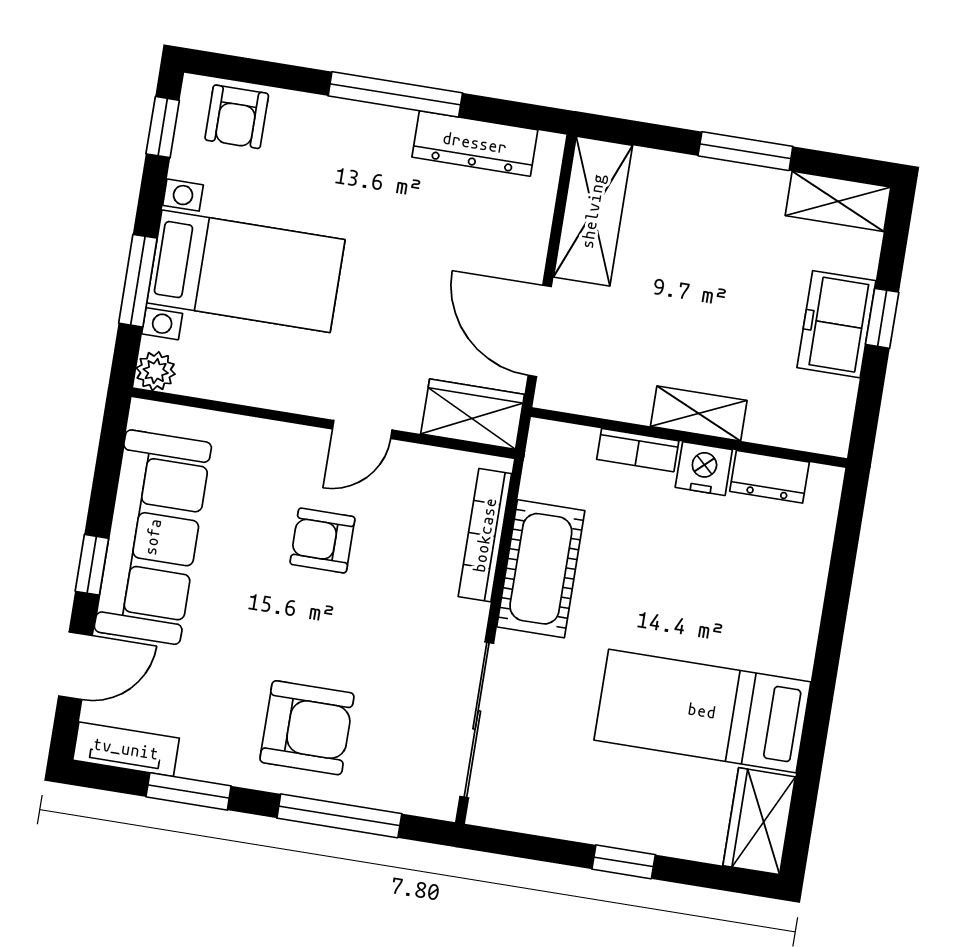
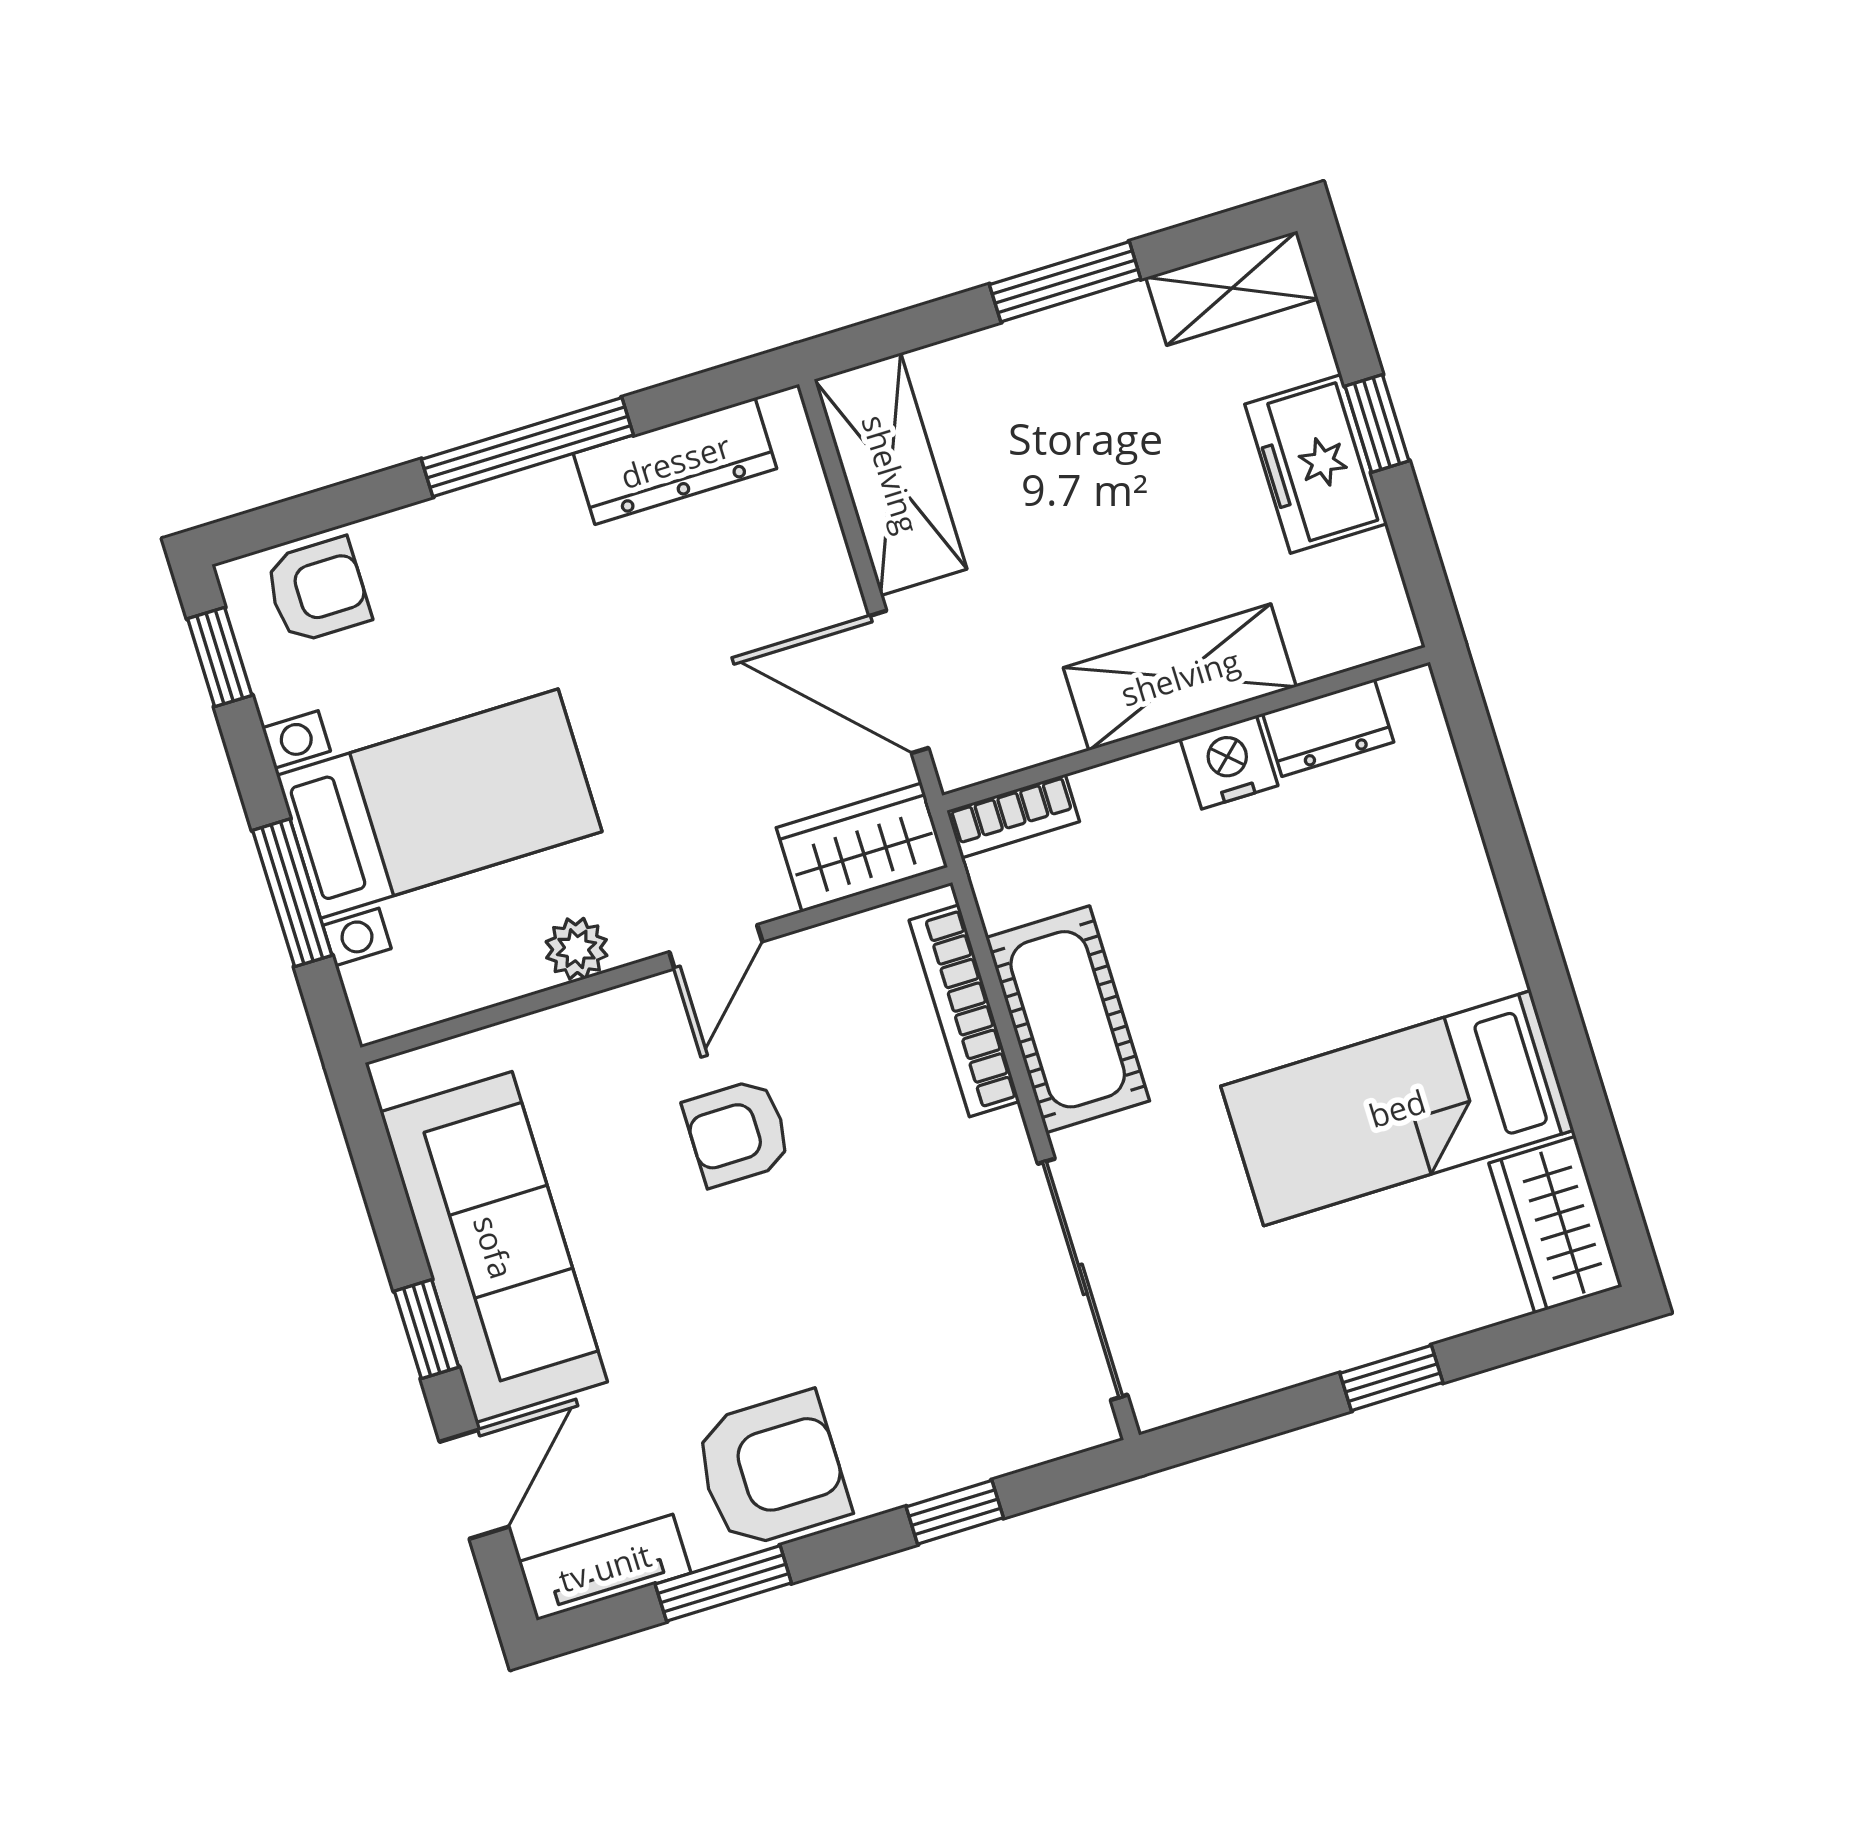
armchair: (237, 117) -> (318, 590), turned -90
plant: (156, 371) -> (577, 949), moved
shelving: (699, 413) -> (1180, 677), width x1.50, depth x1.33
bookcase: (638, 450) -> (1013, 816), moved
armchair: (307, 728) -> (771, 1470), moved
window: (339, 816) -> (955, 1512), width x0.46

